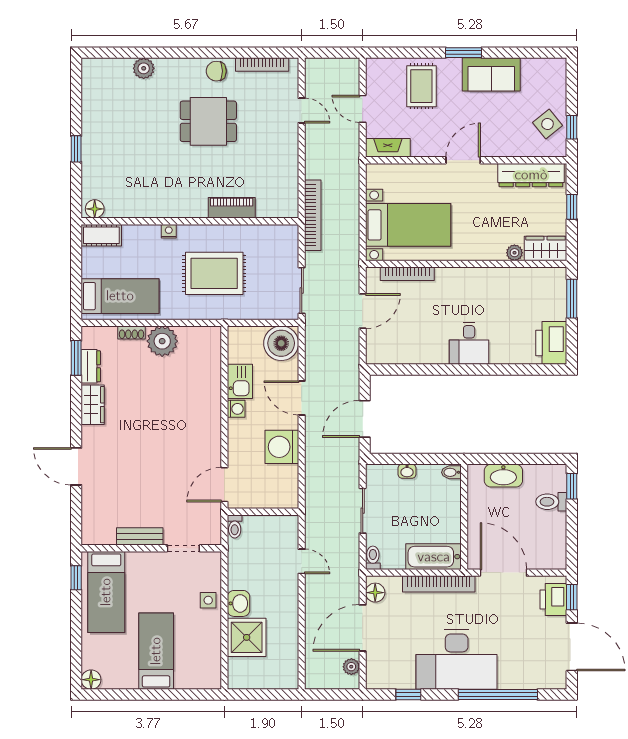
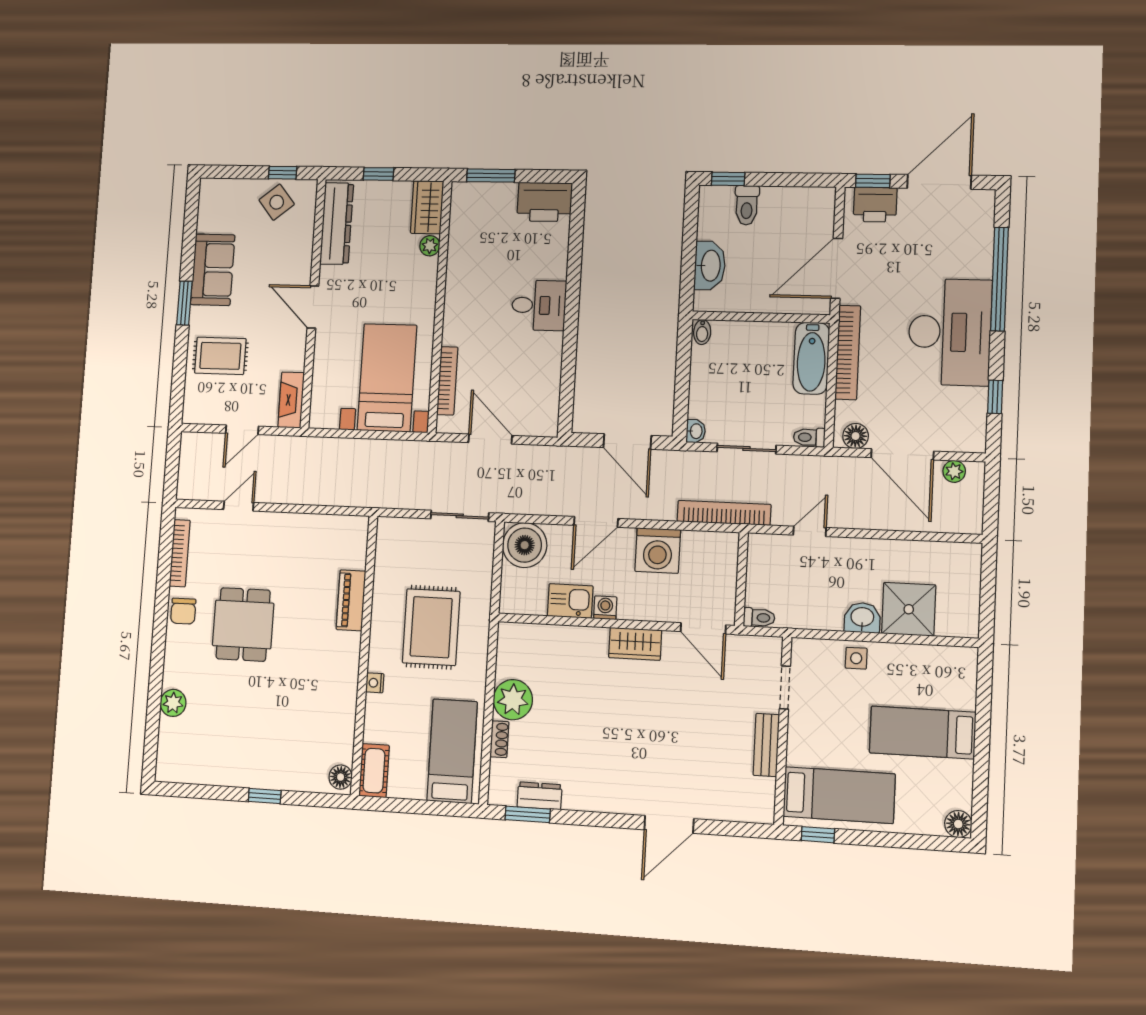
bookcase: (313, 215) -> (724, 513), moved
wardrobe: (93, 405) -> (635, 644), moved, turned 180
washbasin: (407, 471) -> (696, 431), moved

